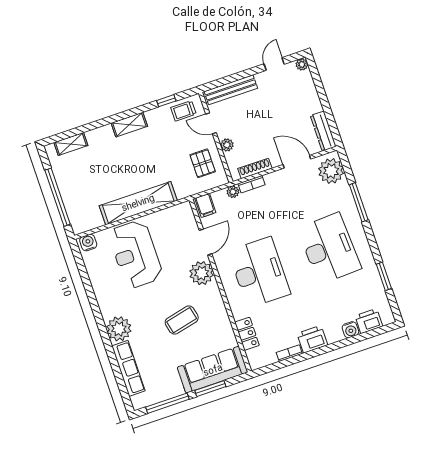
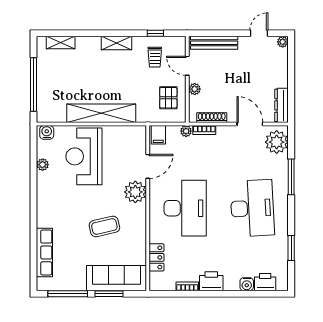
trolley: (183, 111) -> (155, 57), moved, turned -90
plant: (119, 329) -> (43, 165), moved, width x0.53, depth x0.53

